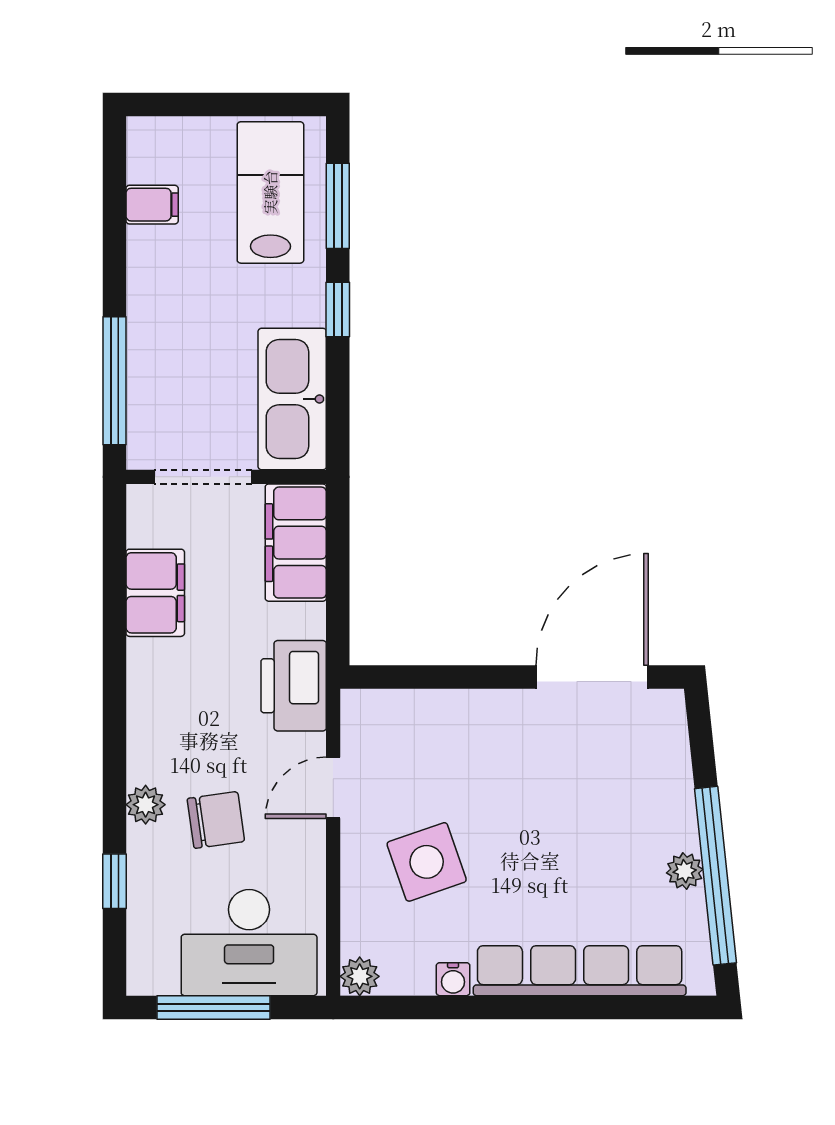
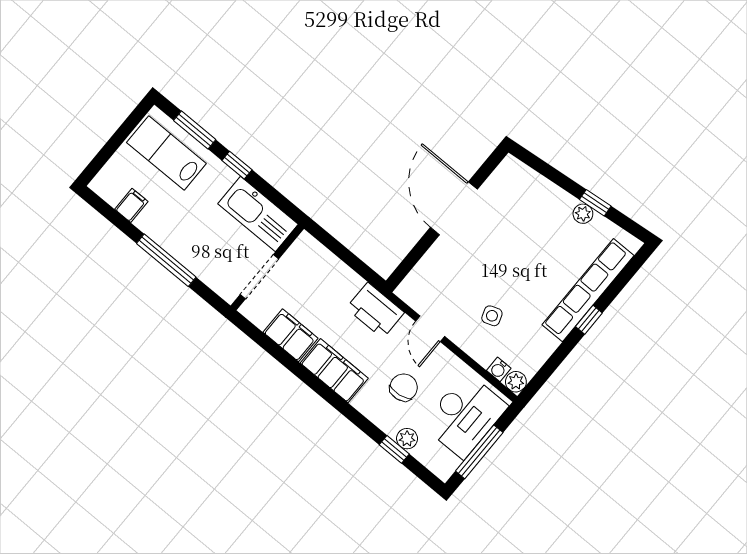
window: (114, 381) -> (166, 260), moved
filing cabinet: (296, 543) -> (334, 371), moved, turned 180
door: (592, 677) -> (454, 208), moved
plant: (146, 805) -> (407, 439), moved
side table: (427, 862) -> (492, 316), width x0.54, depth x0.54
window: (715, 876) -> (595, 203), width x0.32
water cooler: (453, 979) -> (499, 369), moved, turned 90
window: (538, 1008) -> (589, 320), added

